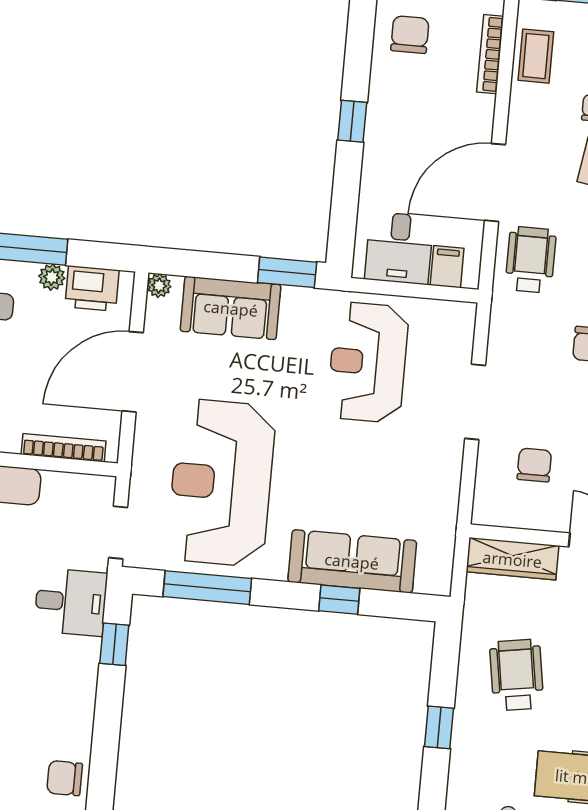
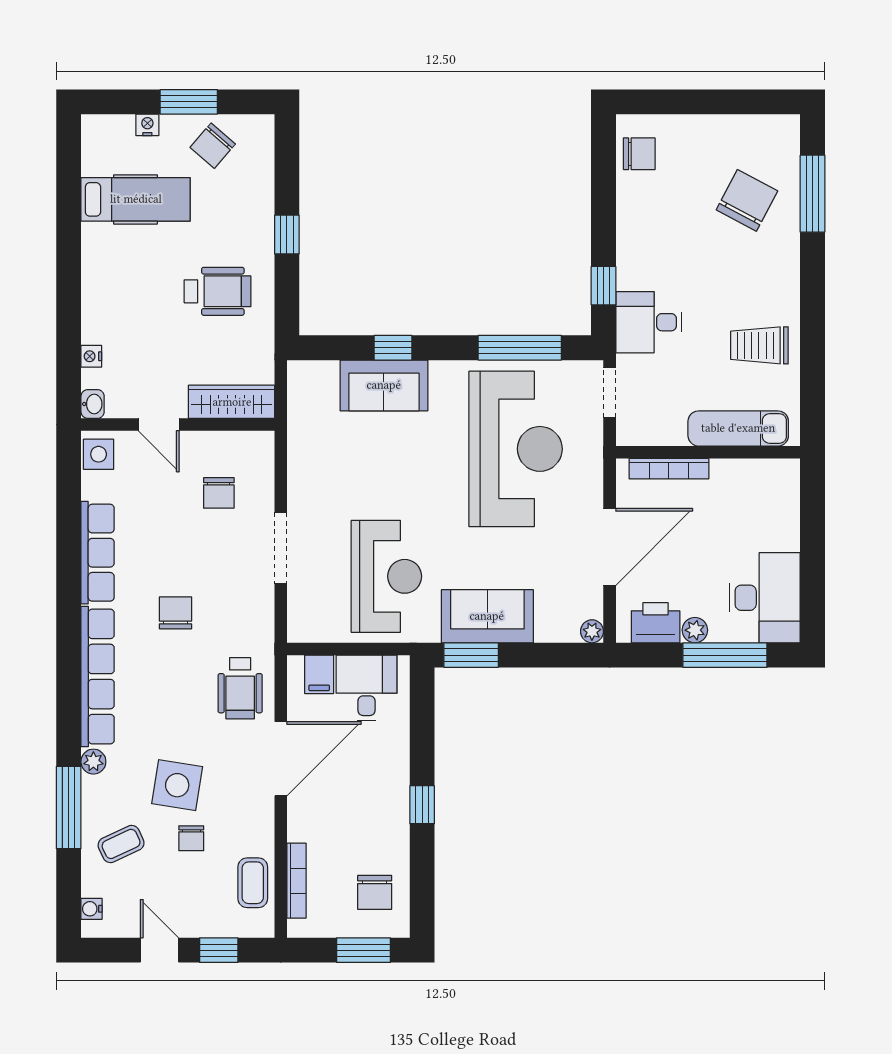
sofa: (231, 308) -> (487, 616), moved
sofa: (352, 561) -> (384, 385), width x0.73
wheelchair: (517, 675) -> (217, 291), turned -81

